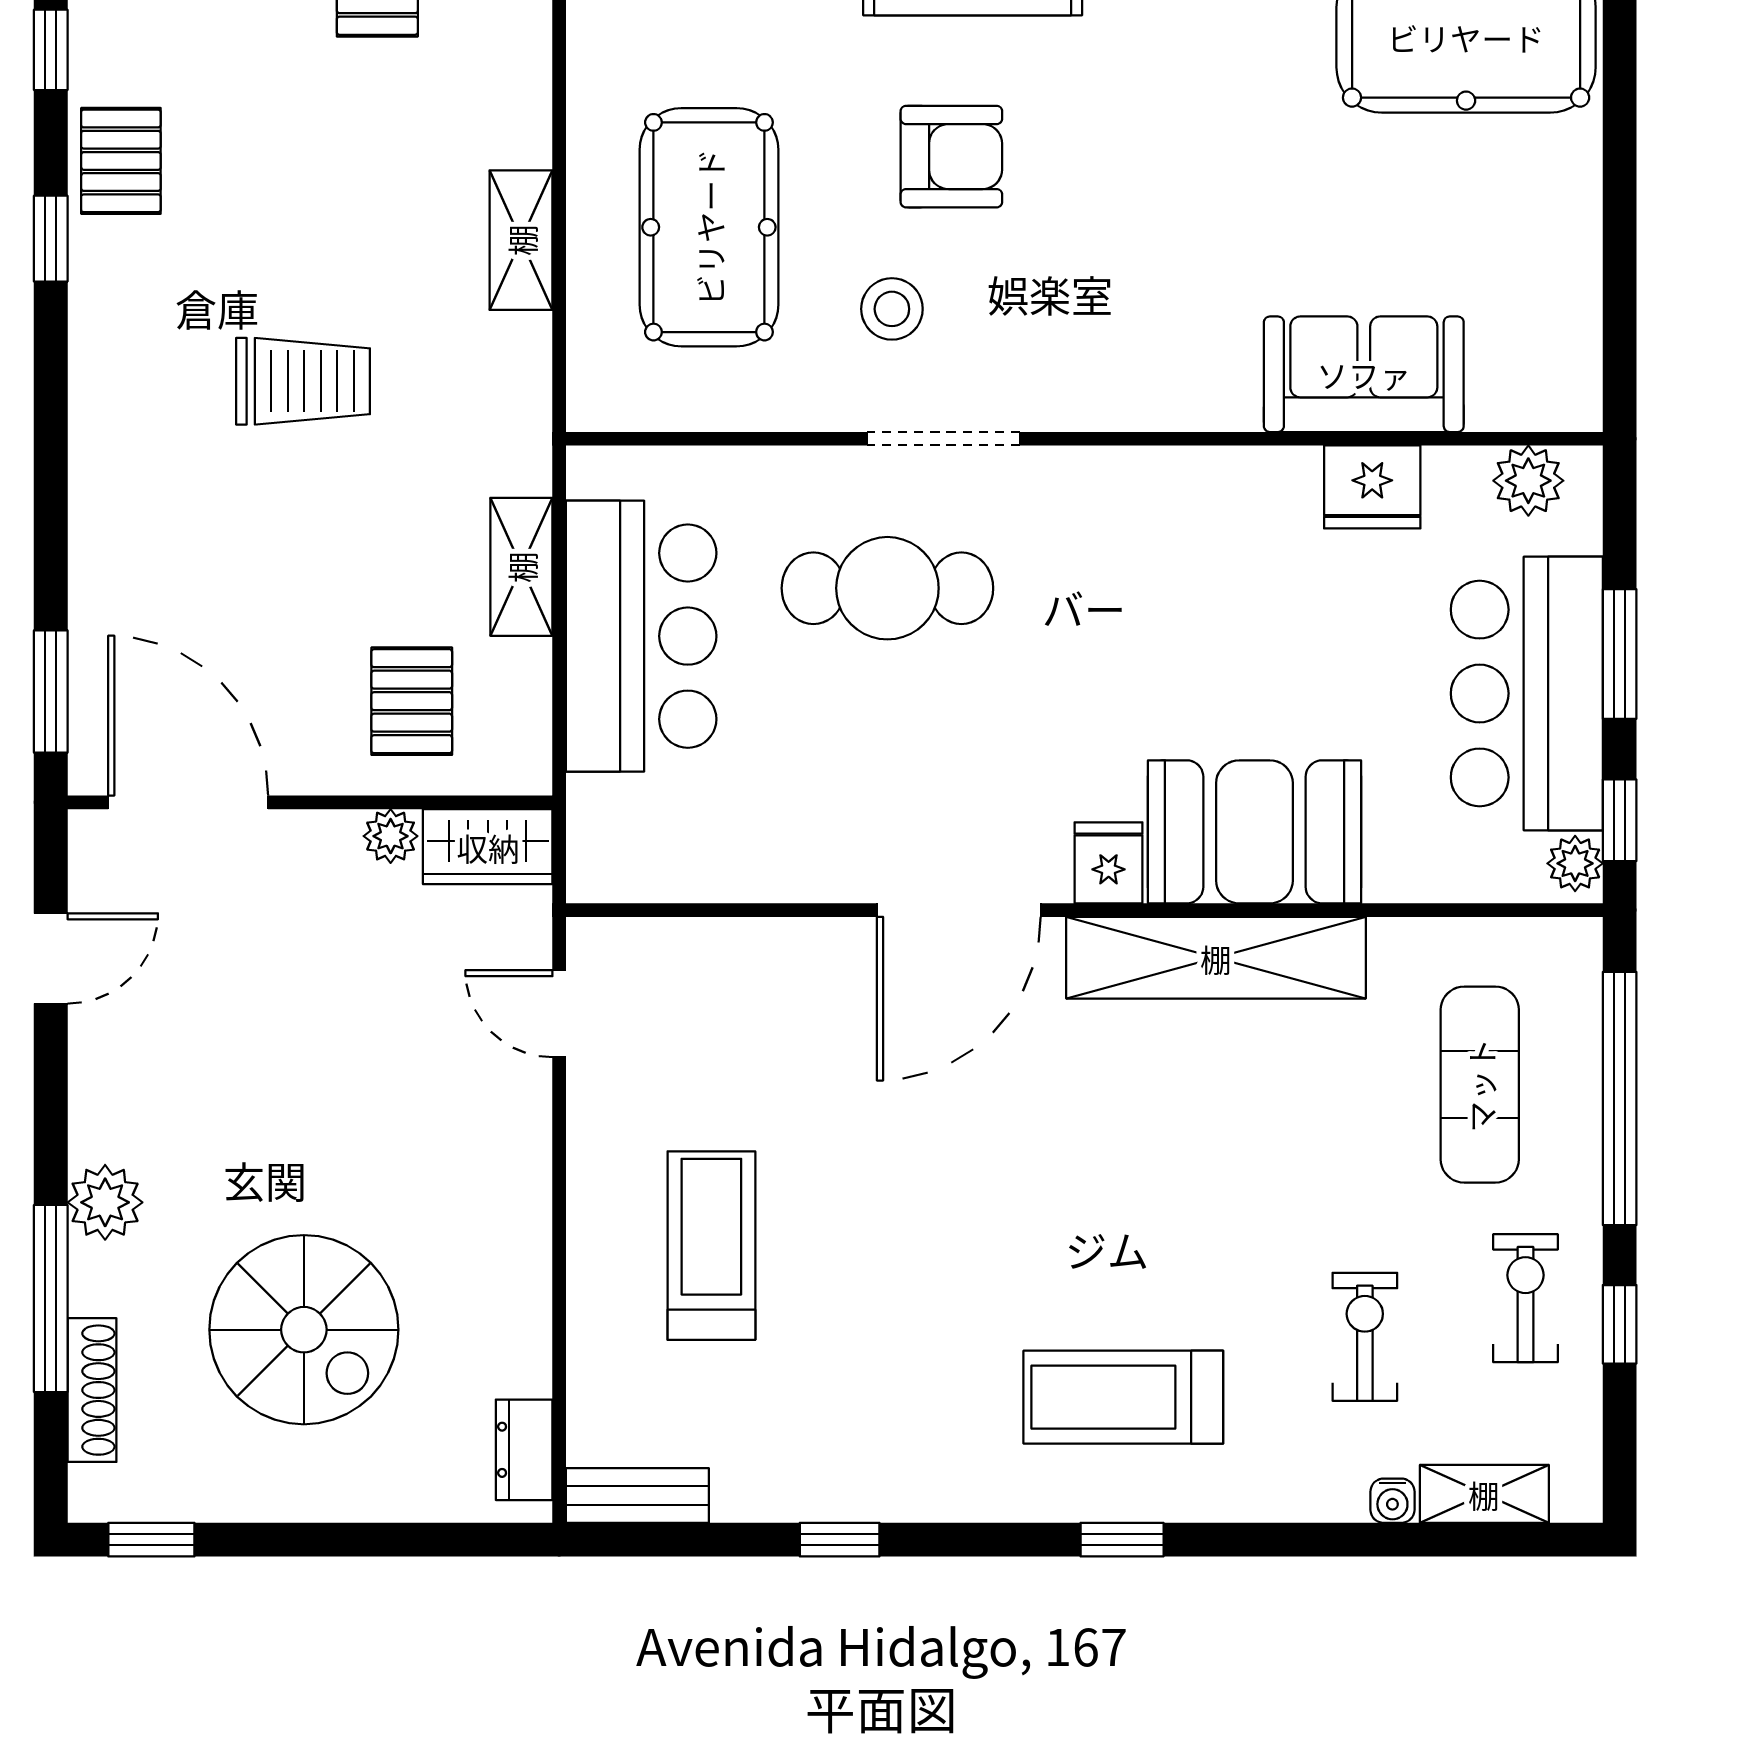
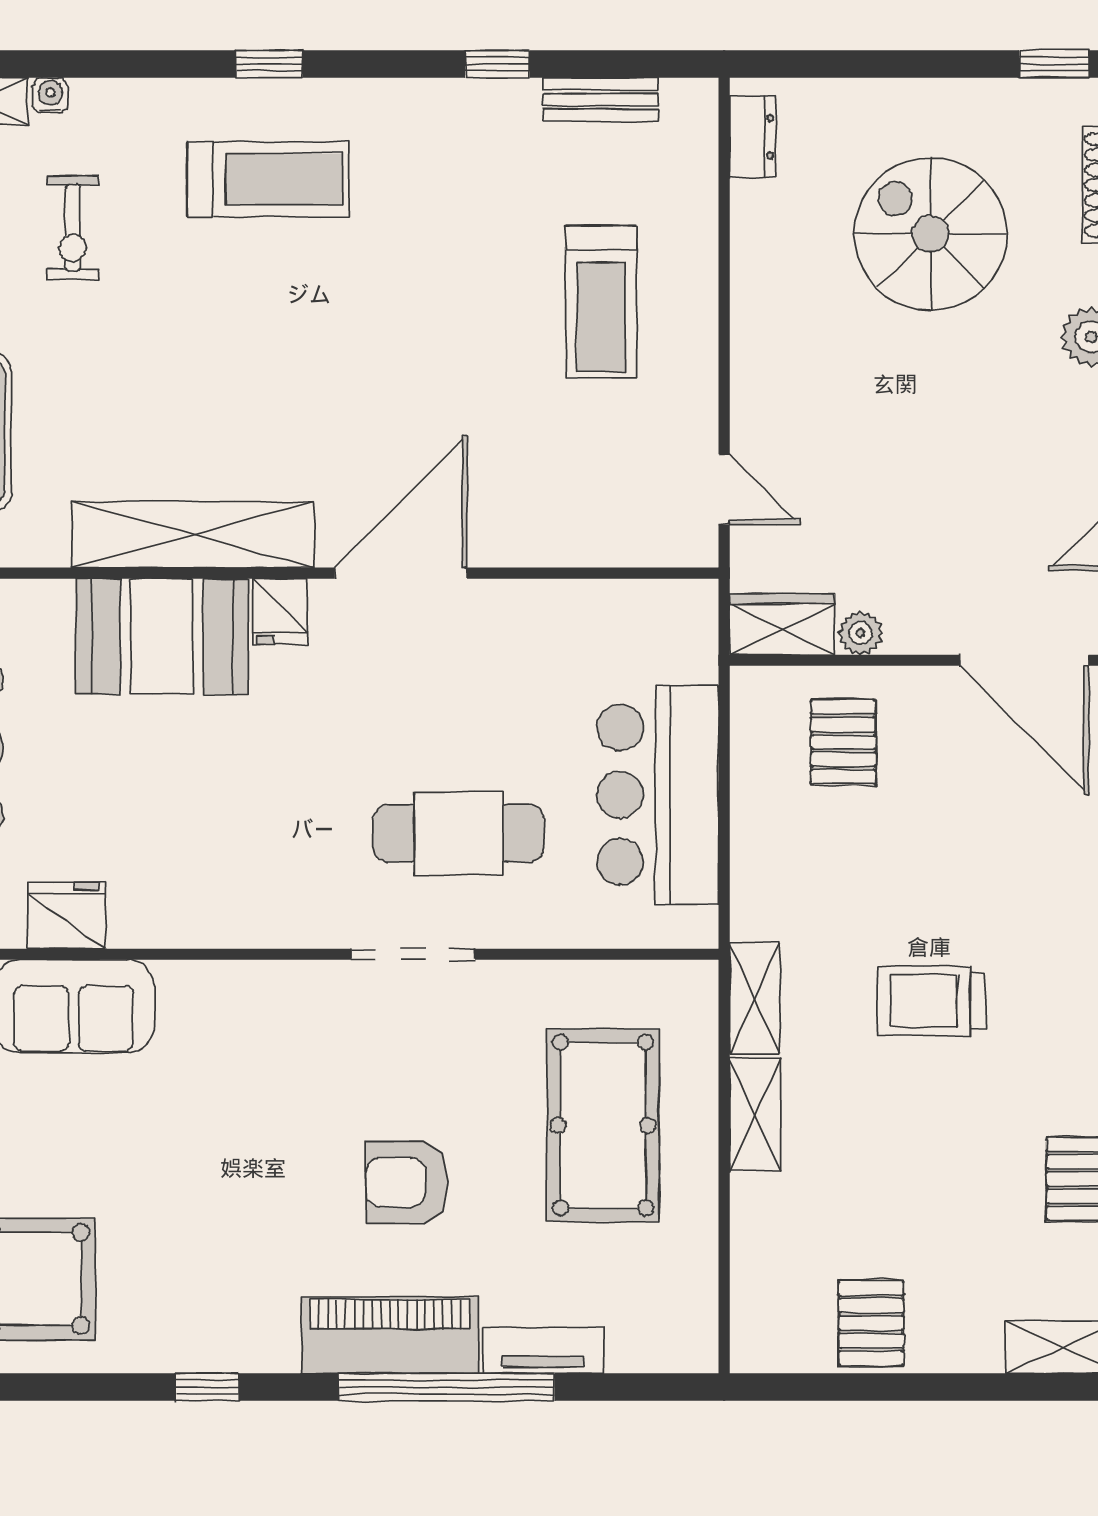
stool: (892, 309) -> (455, 1059), removed
shelving: (521, 567) -> (755, 998), moved
bench: (637, 1495) -> (601, 100), moved

